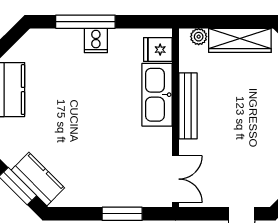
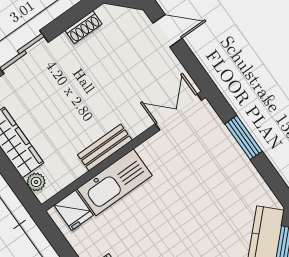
bench: (188, 106) -> (105, 147), width x0.73

